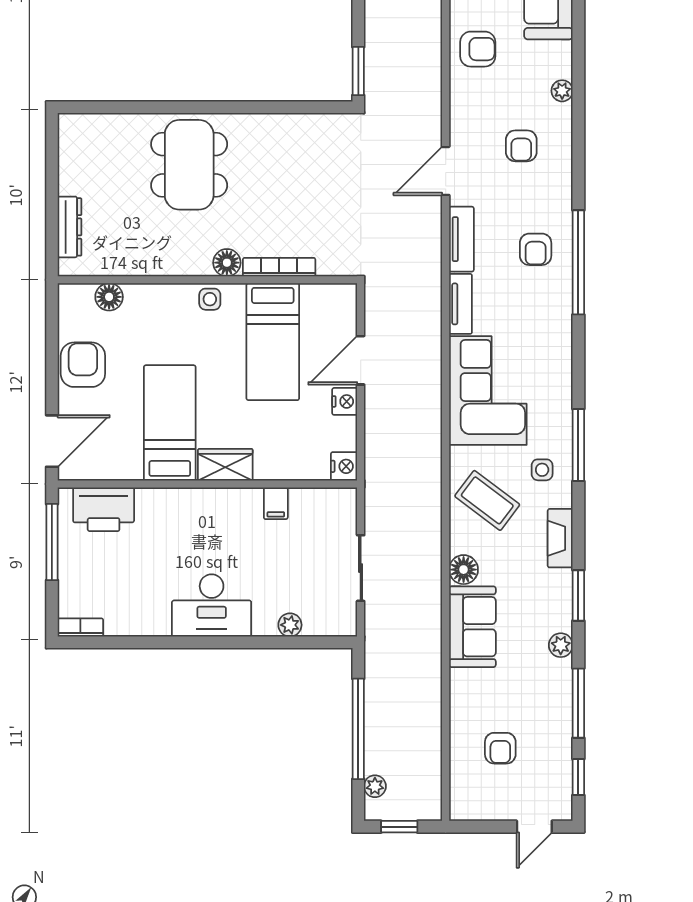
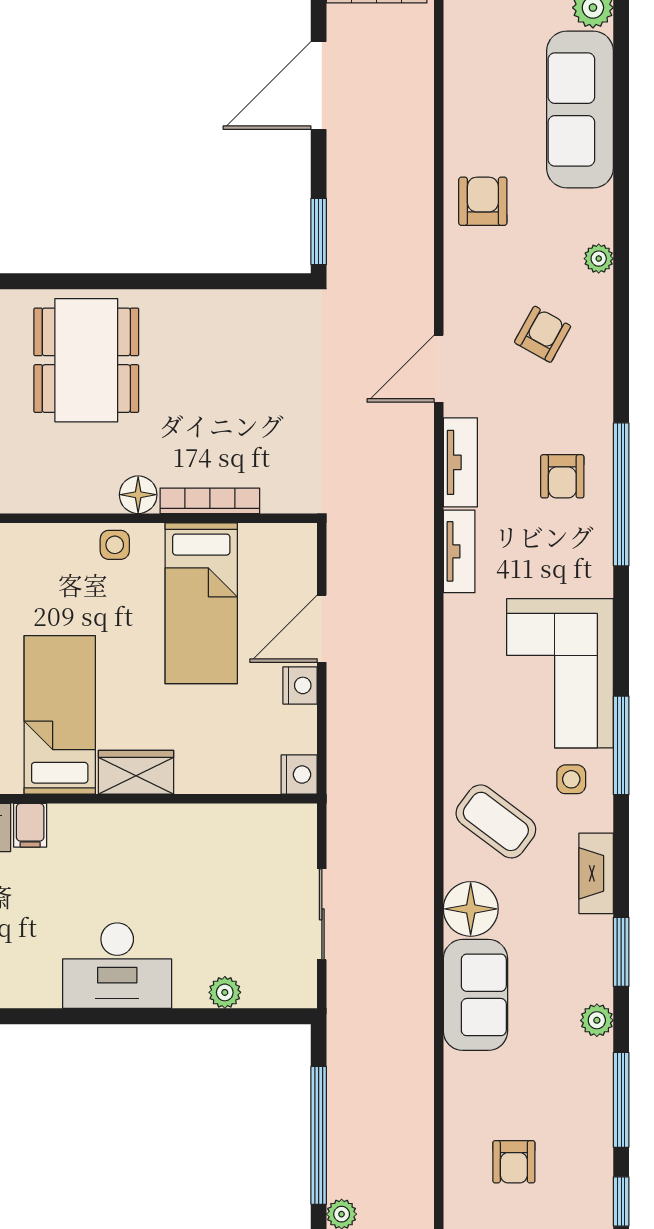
armchair: (478, 49) -> (483, 201), turned -90
armchair: (521, 146) -> (543, 334), turned -151
corner sofa: (488, 391) -> (560, 673), moved, turned 180
filing cabinet: (276, 503) -> (30, 825), moved
floor lamp: (464, 570) -> (471, 909), width x1.38, depth x1.38

